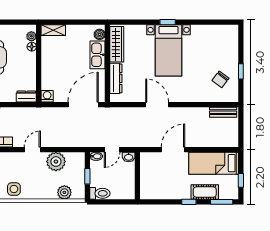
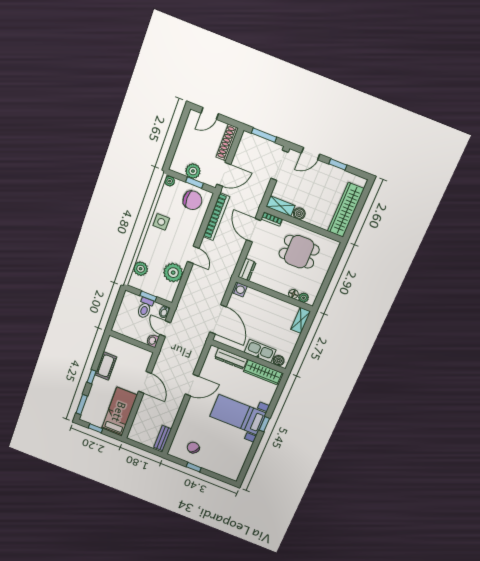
cot: (205, 192) -> (106, 366), moved
toilet: (100, 193) -> (145, 308), moved

